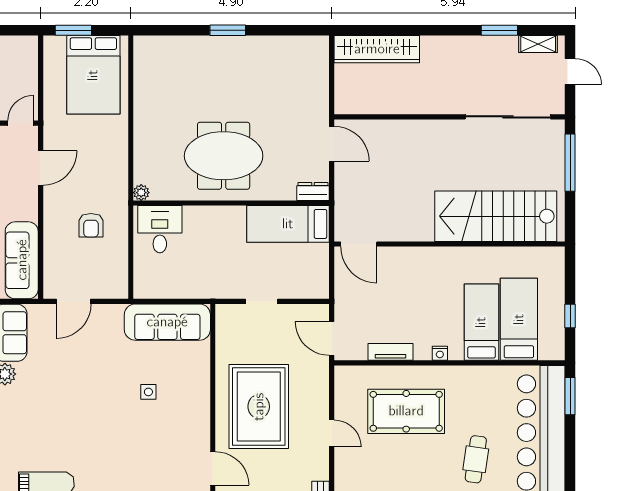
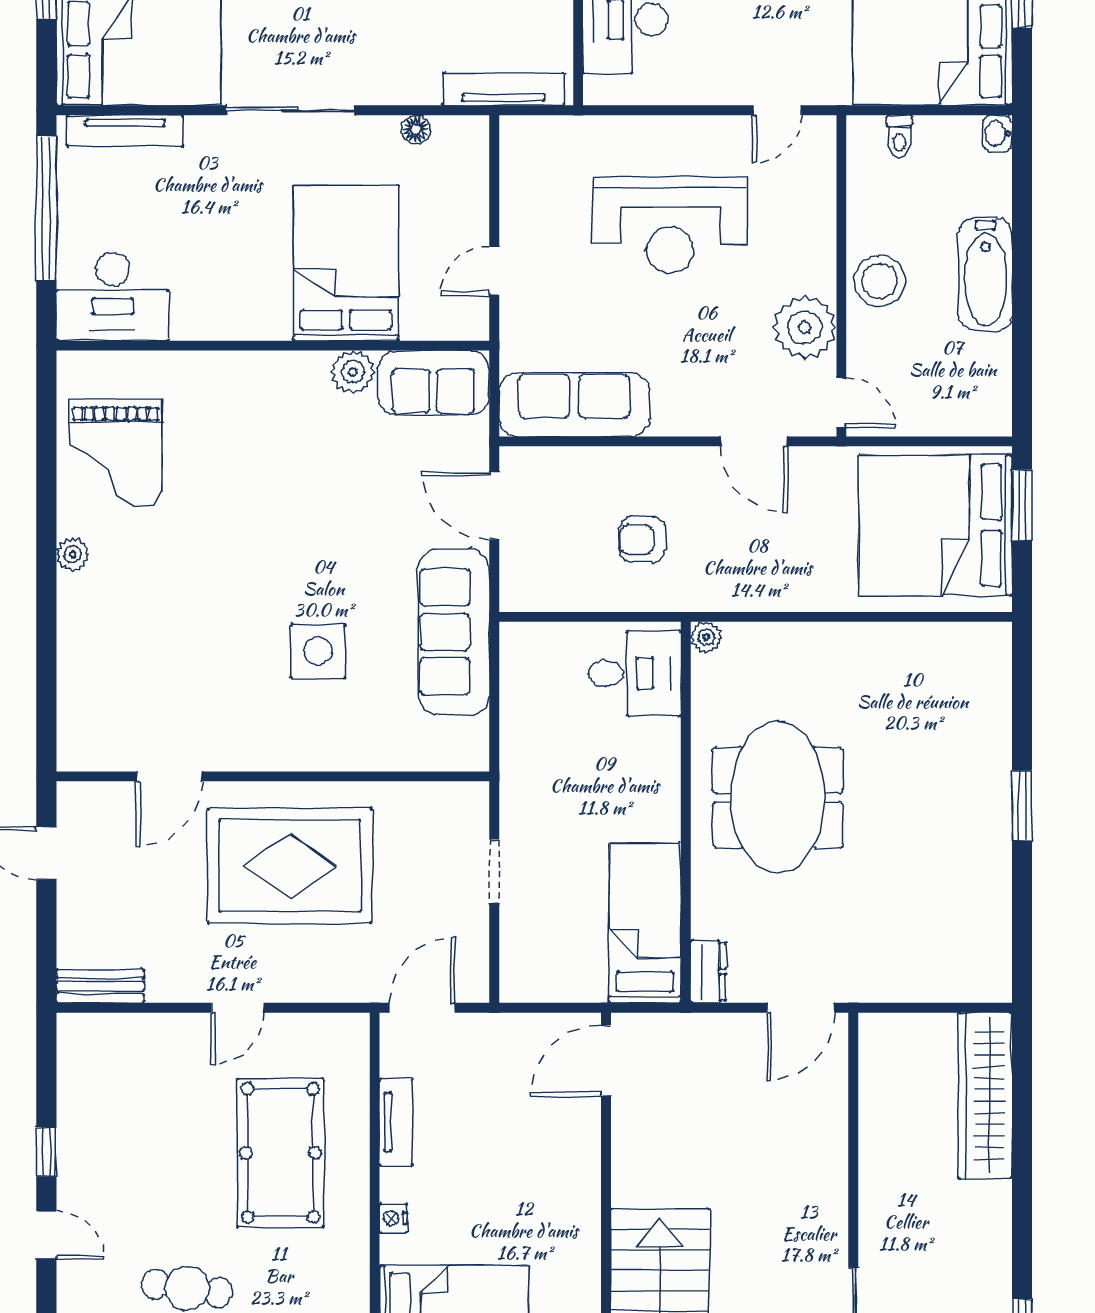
bed: (93, 75) -> (935, 525), width x1.36
sofa: (167, 322) -> (454, 632), moved
side table: (148, 392) -> (318, 651), width x1.87, depth x1.87

